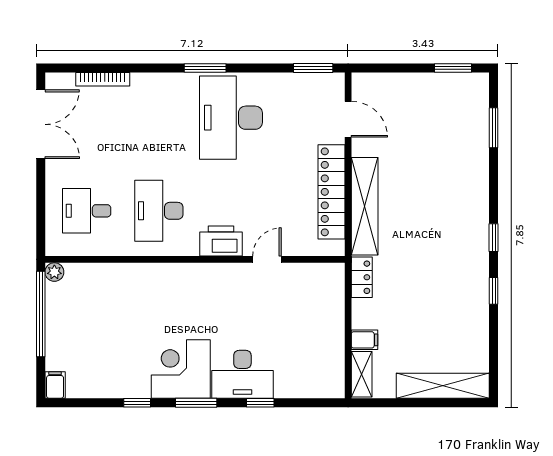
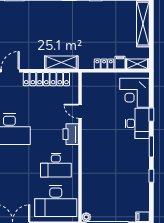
shelving: (365, 206) -> (61, 63), width x0.68
desk: (87, 211) -> (56, 201), width x1.87, depth x1.30
locker: (362, 277) -> (104, 64), moved
corner desk: (181, 369) -> (135, 93), moved

